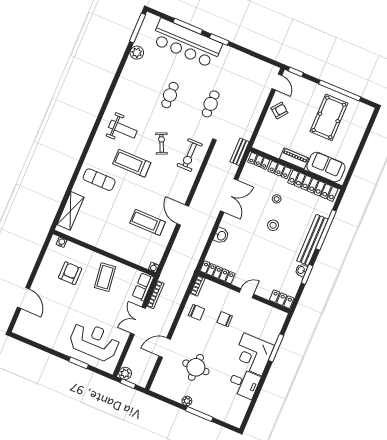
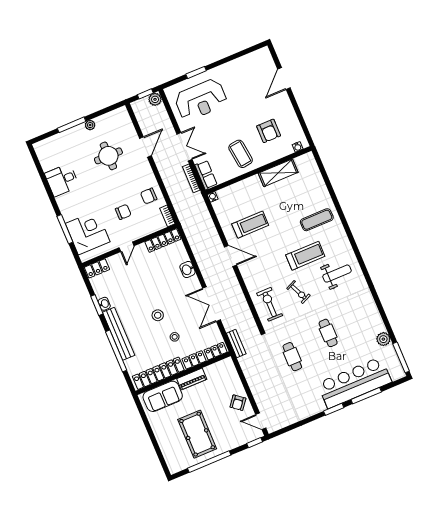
weight bench: (123, 129) -> (337, 274), turned 180
shelving: (71, 211) -> (278, 173), moved, turned 90
door: (23, 298) -> (284, 78), hinge flipped
corner desk: (253, 354) -> (88, 233), moved

